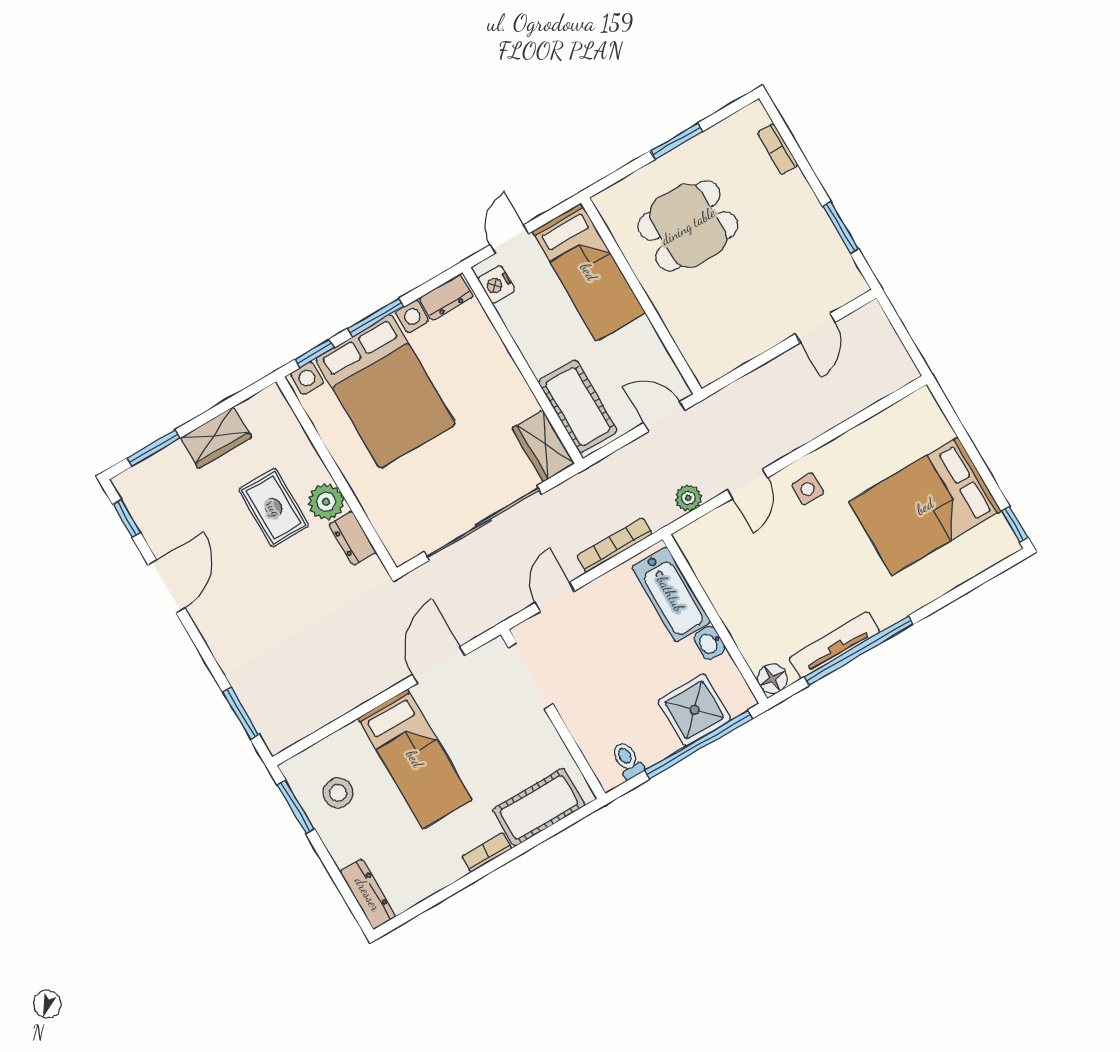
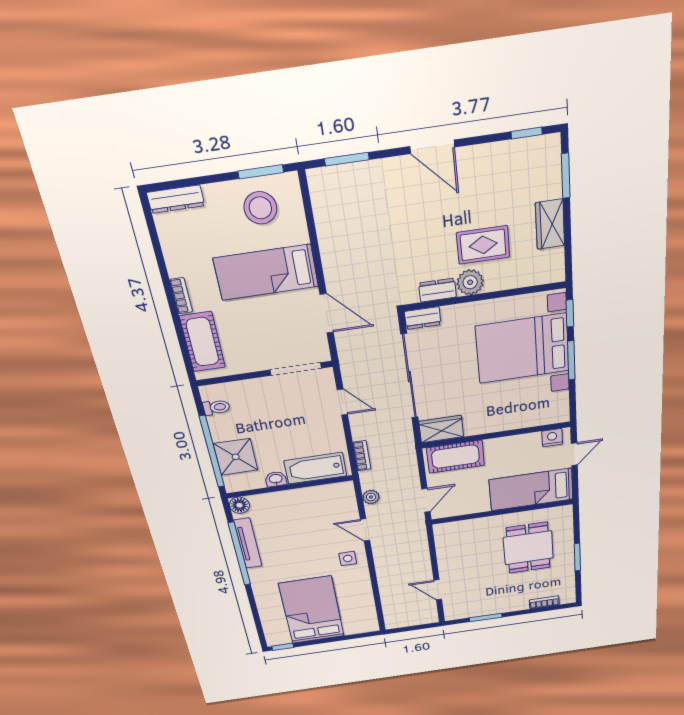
door: (509, 239) -> (574, 454), hinge flipped
dresser: (446, 297) -> (423, 318), moved, turned -90
bookcase: (614, 545) -> (362, 456), width x0.64
door: (166, 586) -> (432, 147), moved
stool: (338, 793) -> (260, 208), width x1.38, depth x1.38

